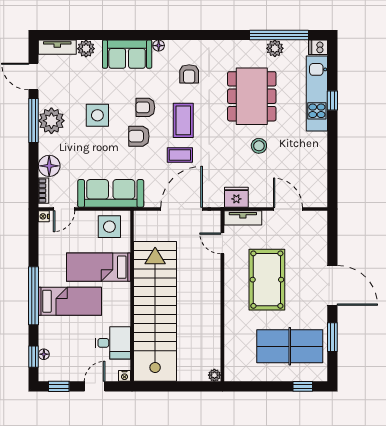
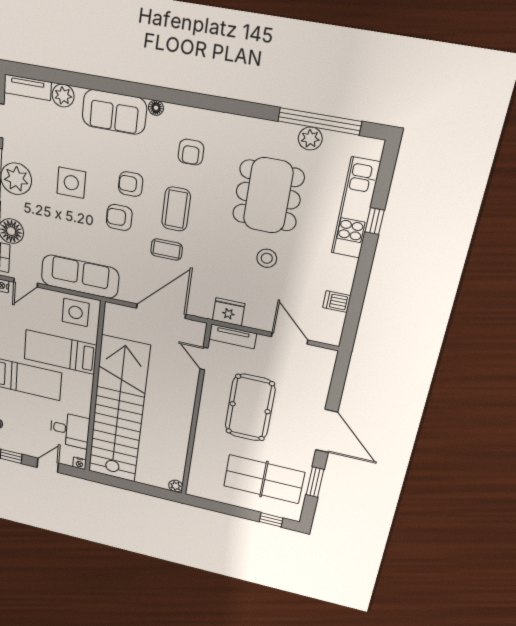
dishwasher: (318, 47) -> (337, 302), moved

